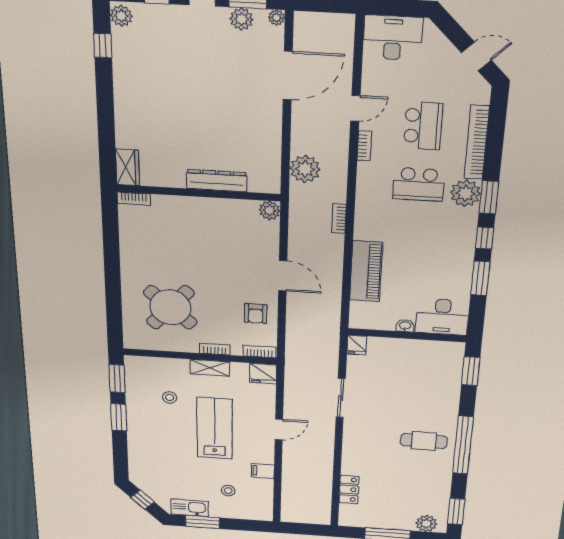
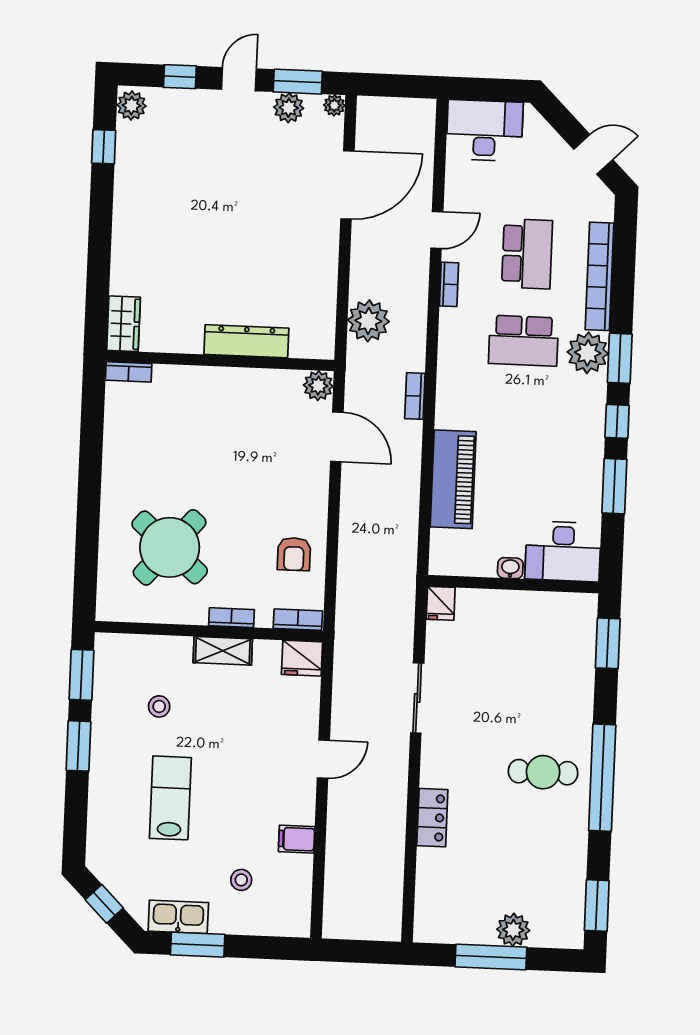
door: (283, 276) -> (337, 437), moved
lab bench: (215, 428) -> (170, 798), moved, width x0.73, depth x0.72
locker: (349, 490) -> (432, 818), moved
plant: (426, 524) -> (513, 930), moved

